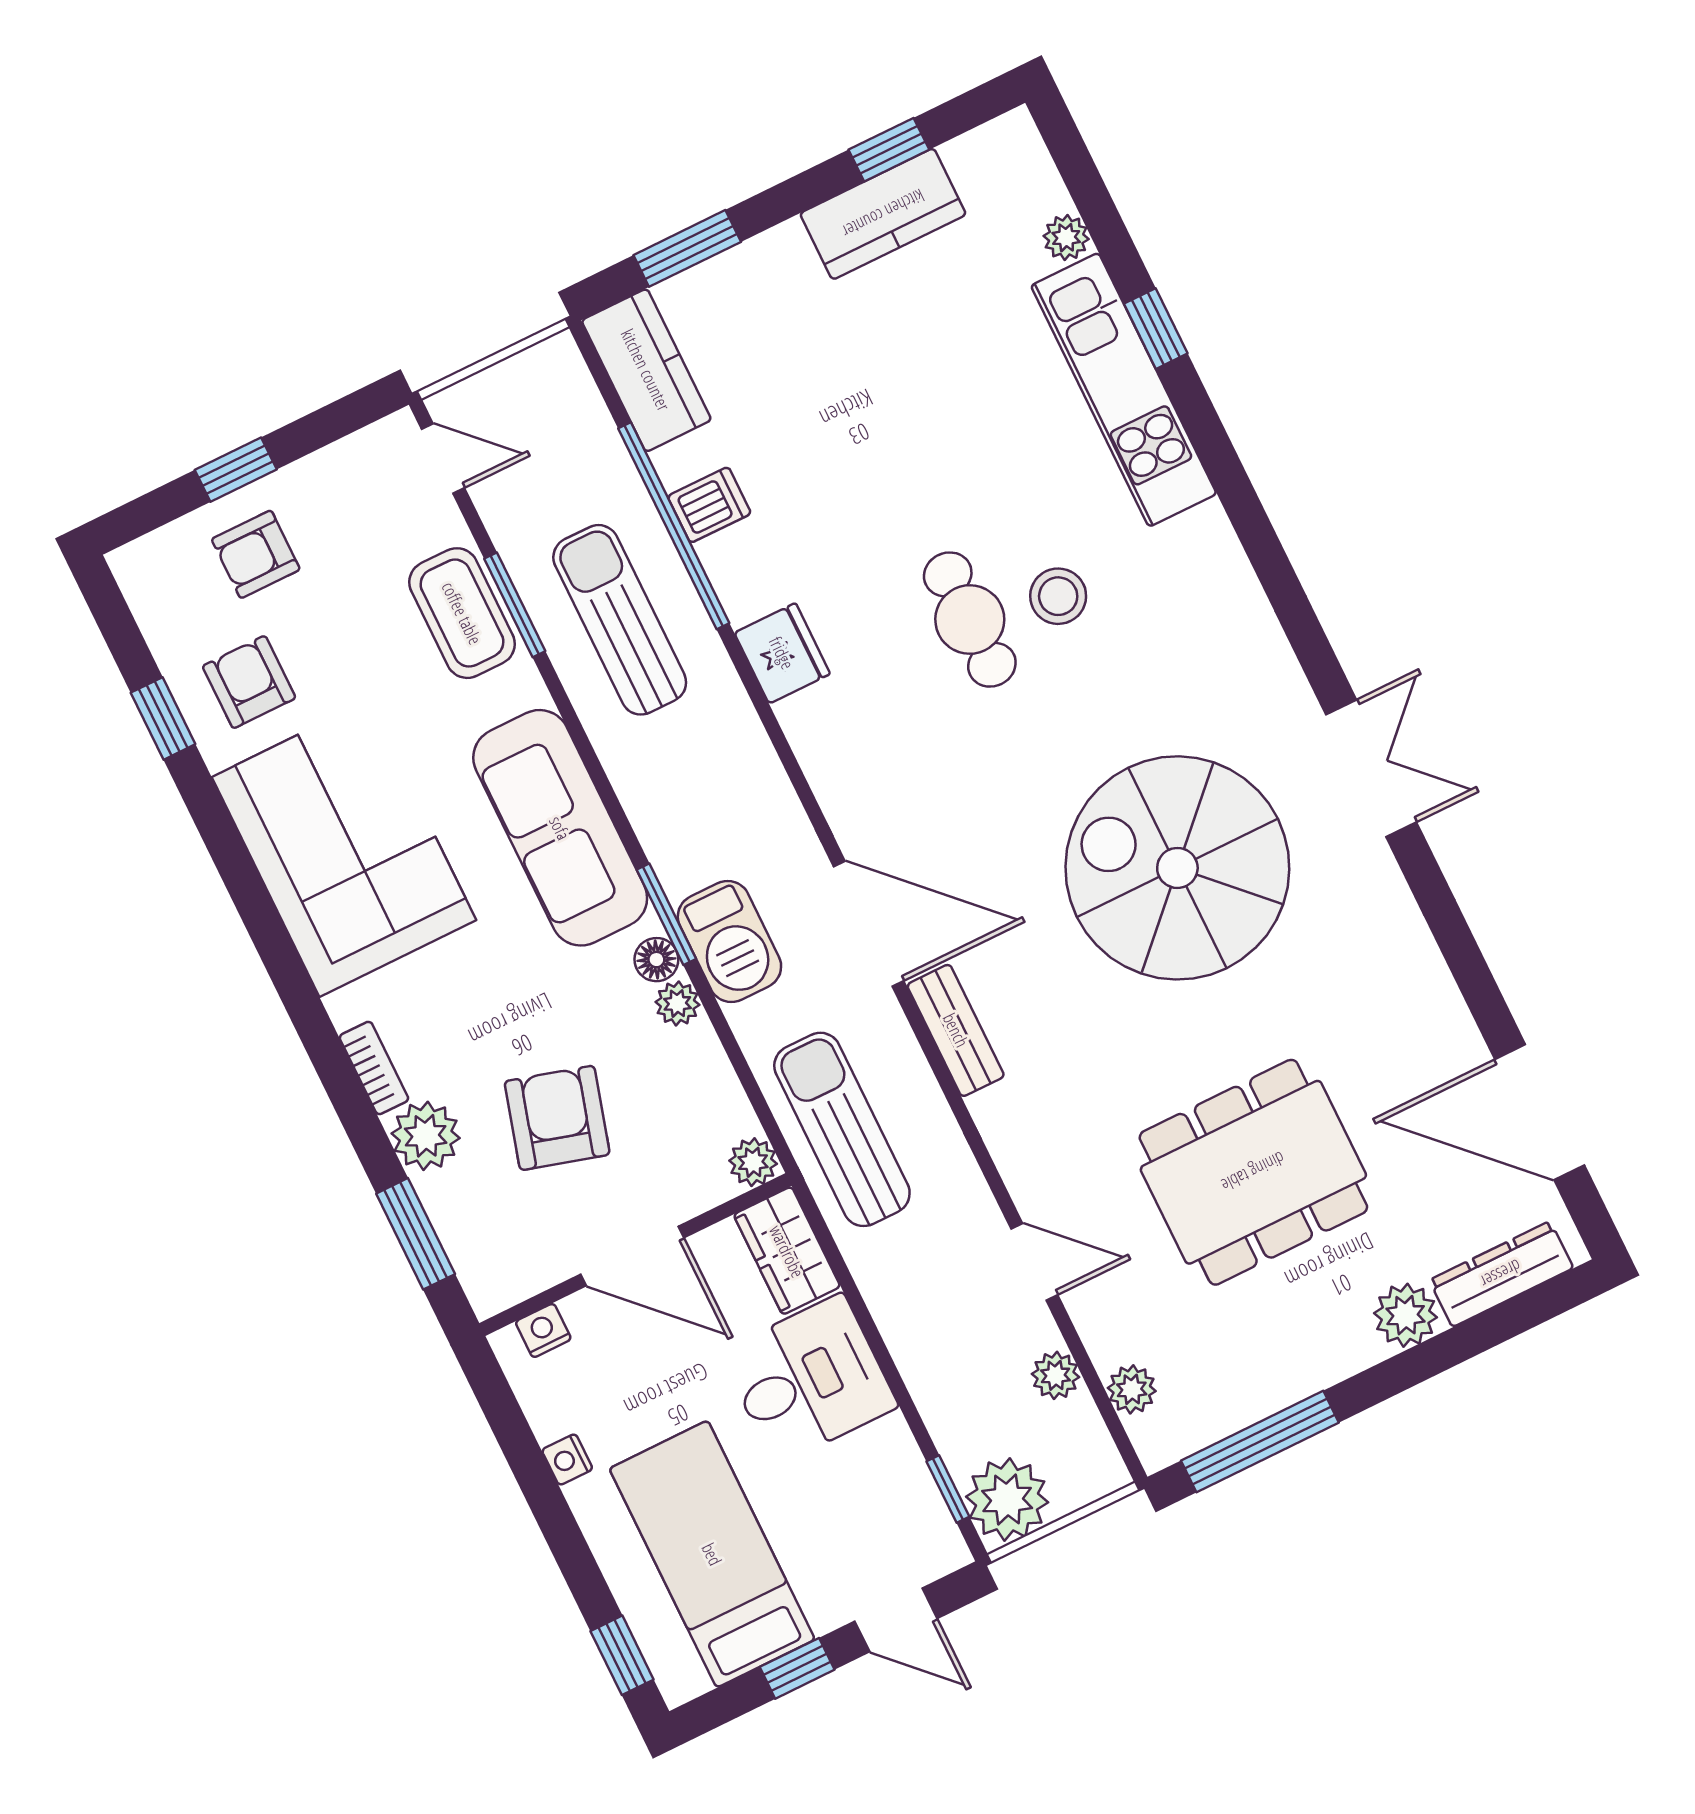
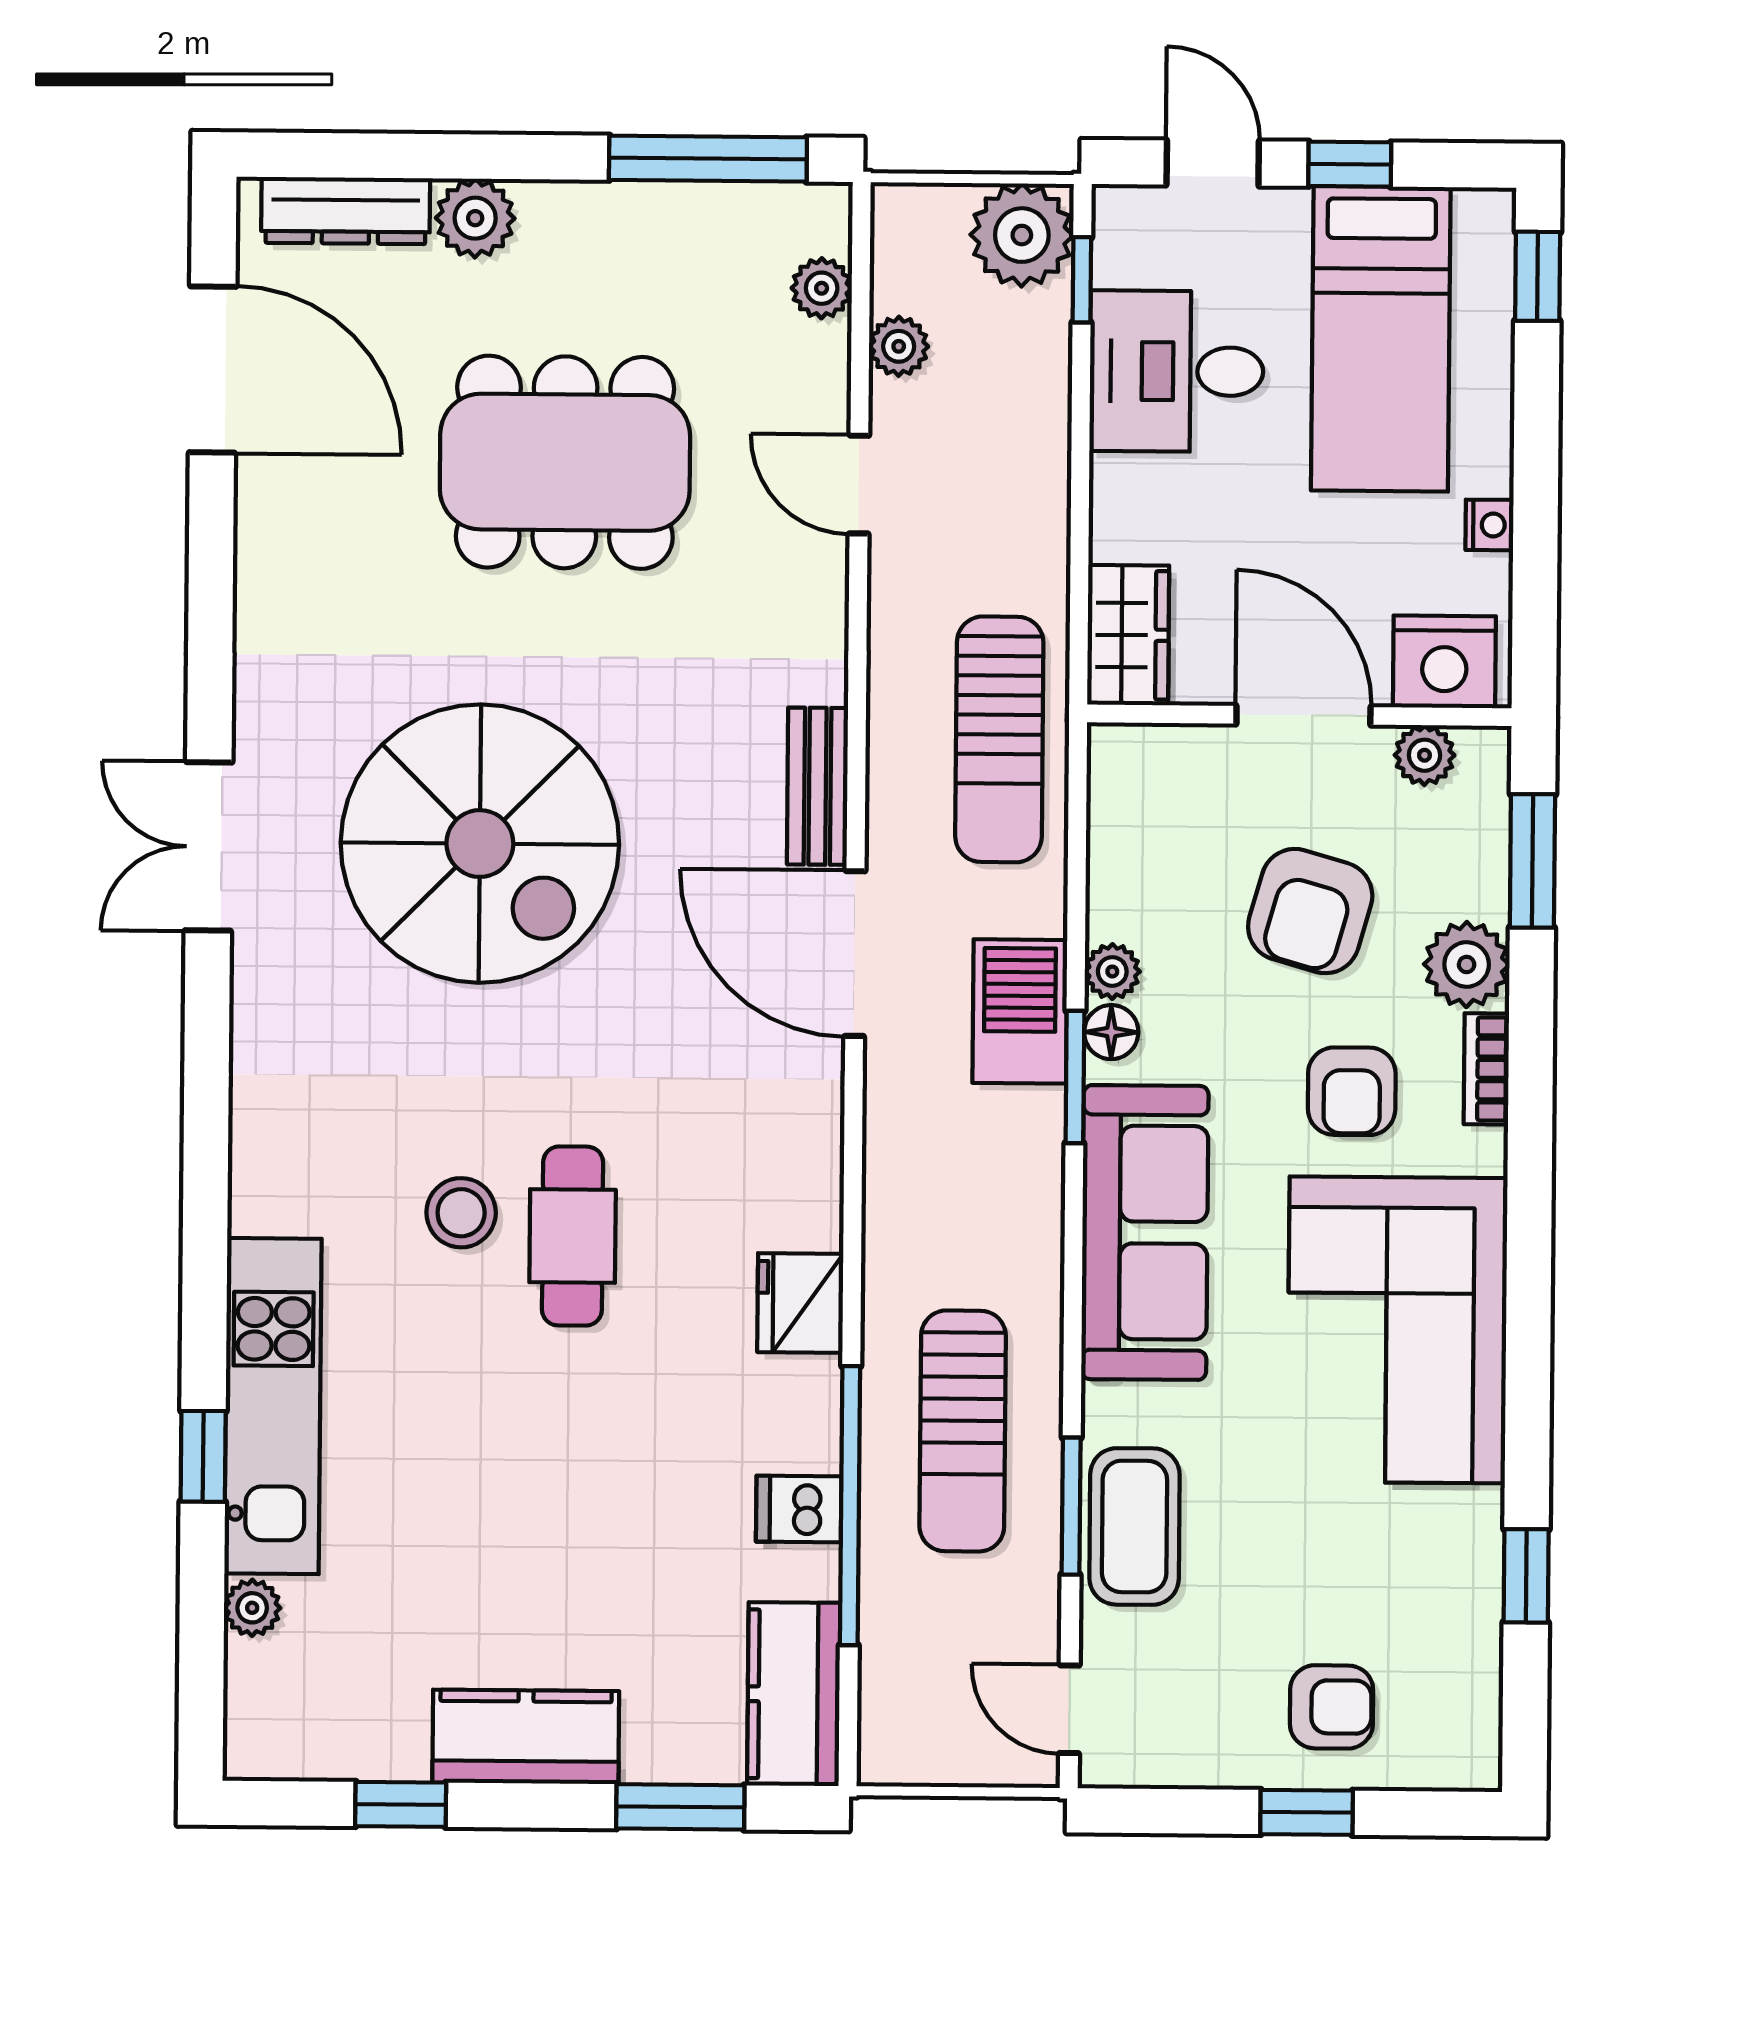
kitchen counter: (883, 214) -> (526, 1737), moved
armchair: (249, 682) -> (1352, 1091), moved
plant: (753, 1162) -> (1425, 755), moved
nightstand: (543, 1330) -> (1444, 662), width x1.89, depth x1.79
desk: (809, 1379) -> (1177, 371), moved

